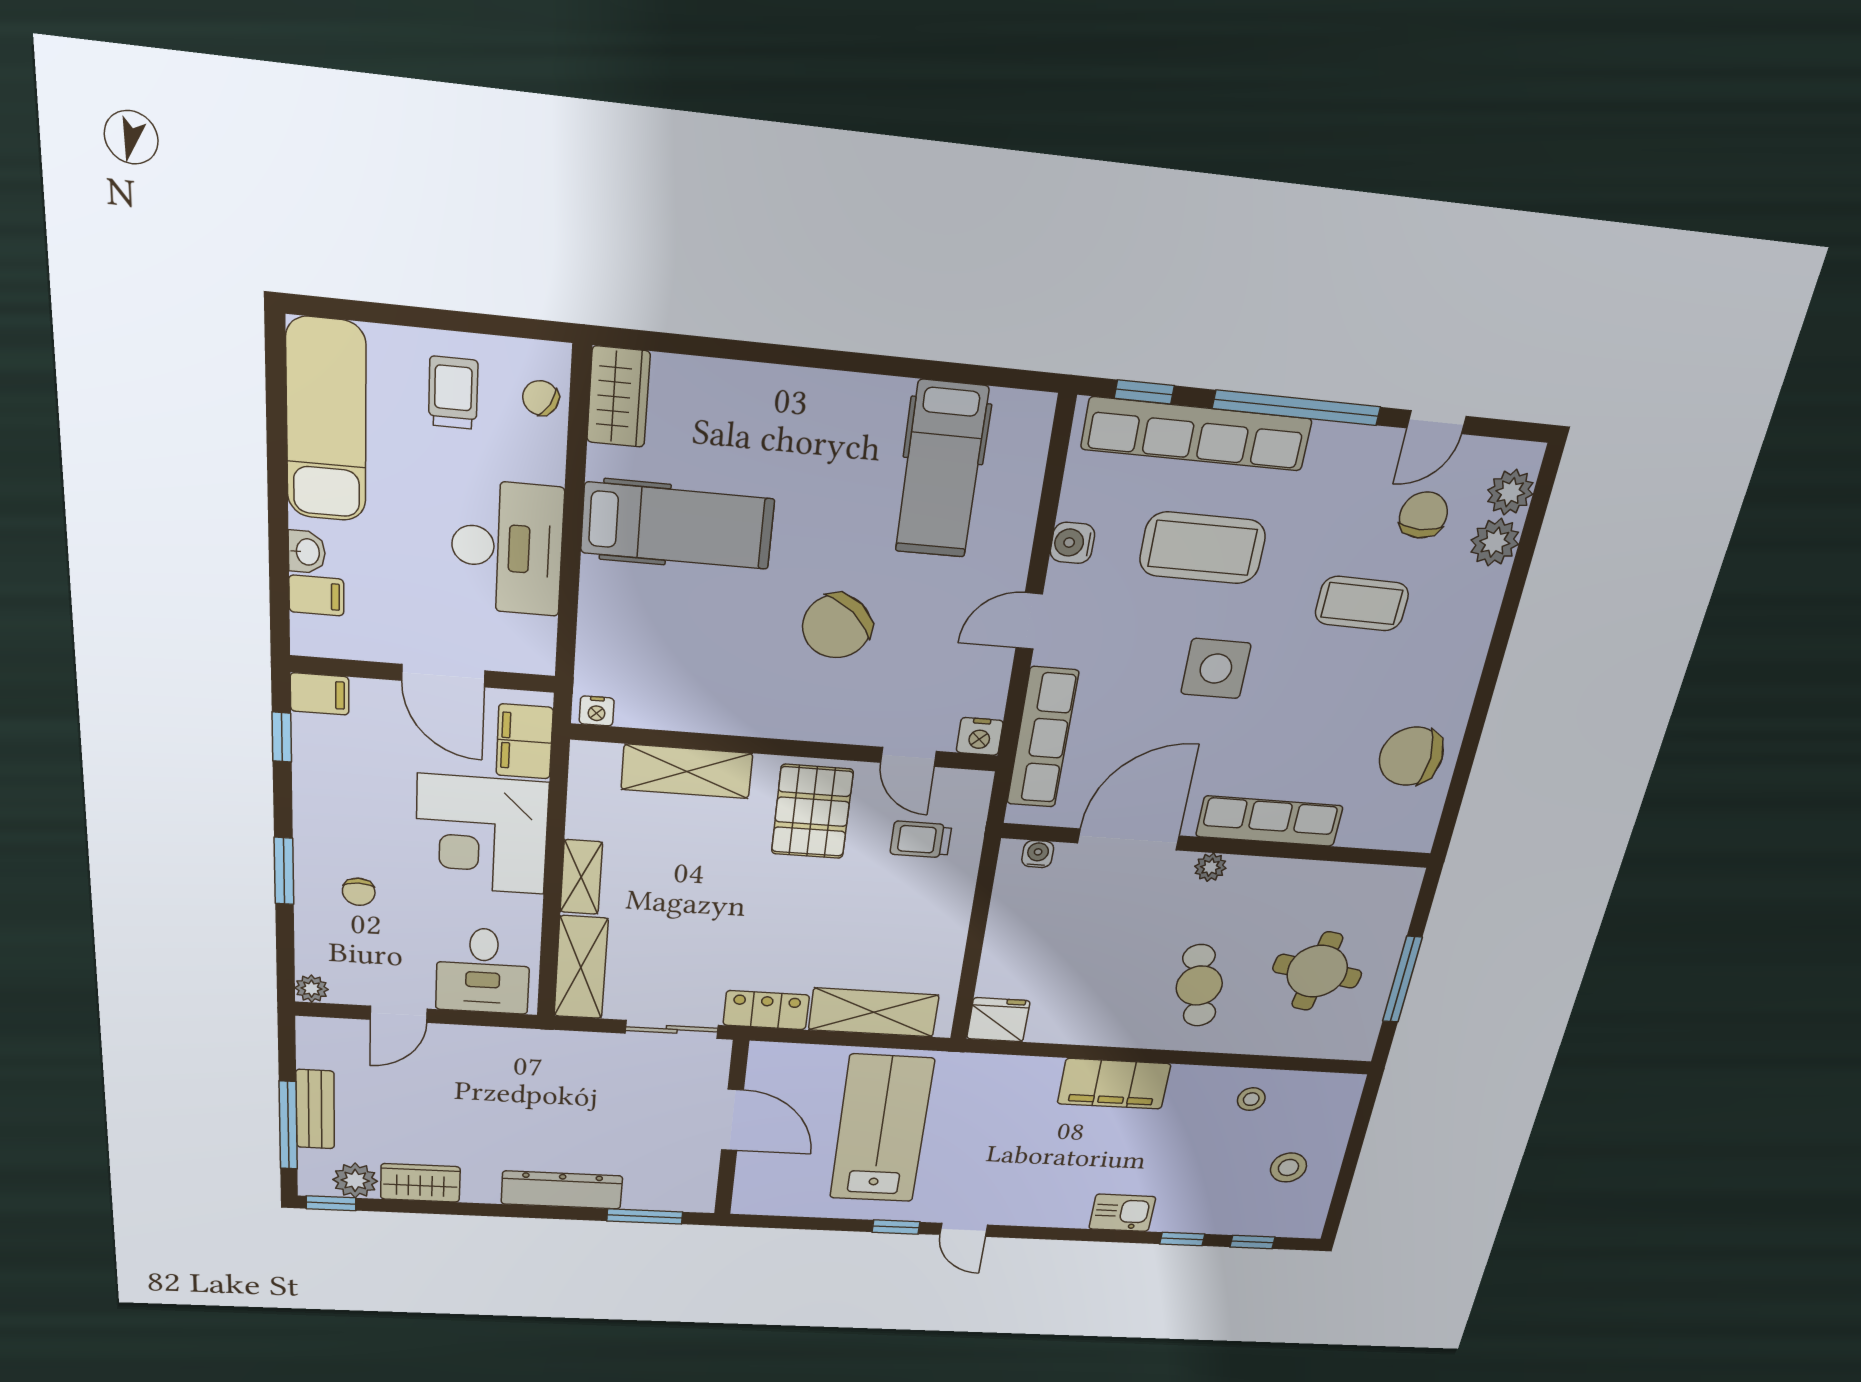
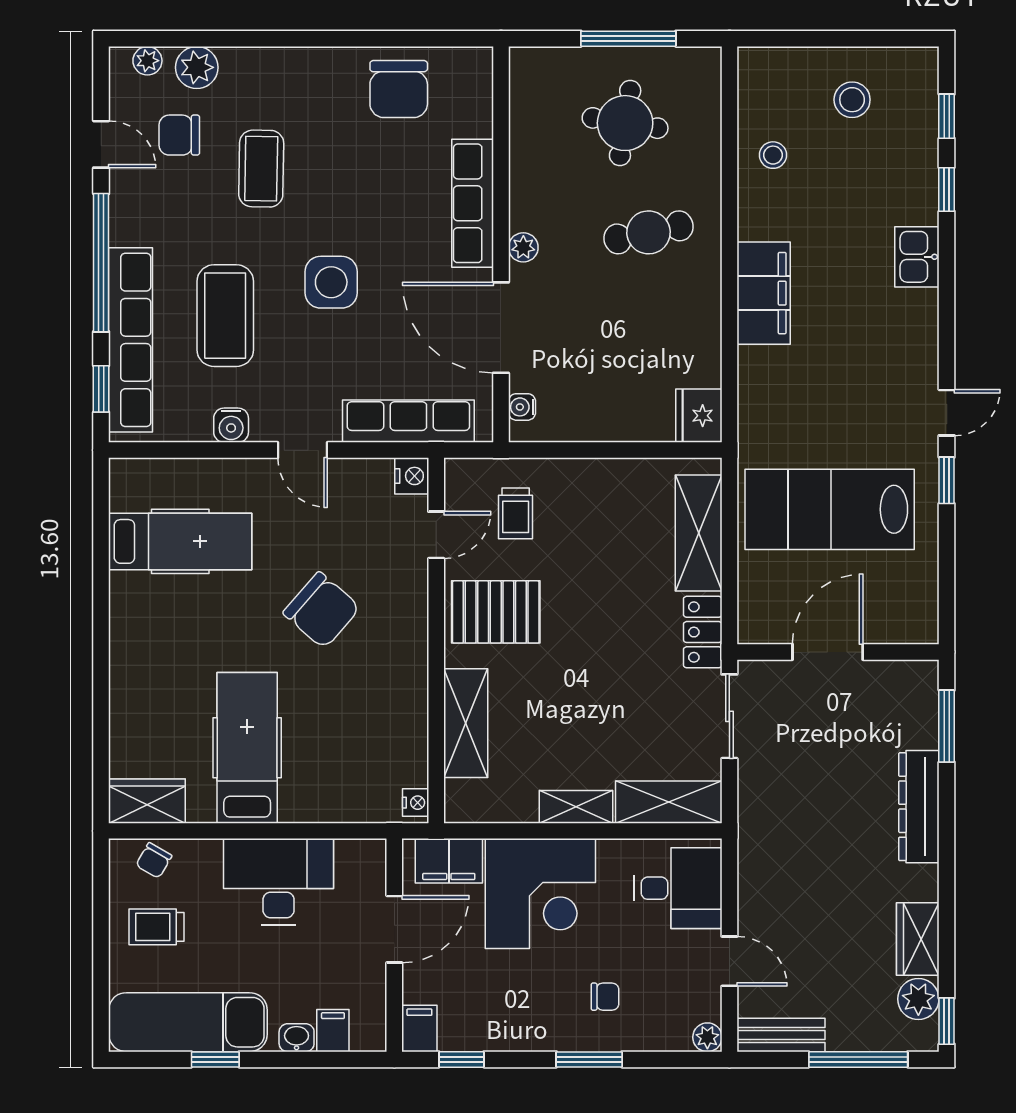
window: (277, 450) -> (215, 1059), added
plant: (1510, 492) -> (147, 61), width x0.73, depth x0.73
bench: (315, 1109) -> (781, 1035), moved

